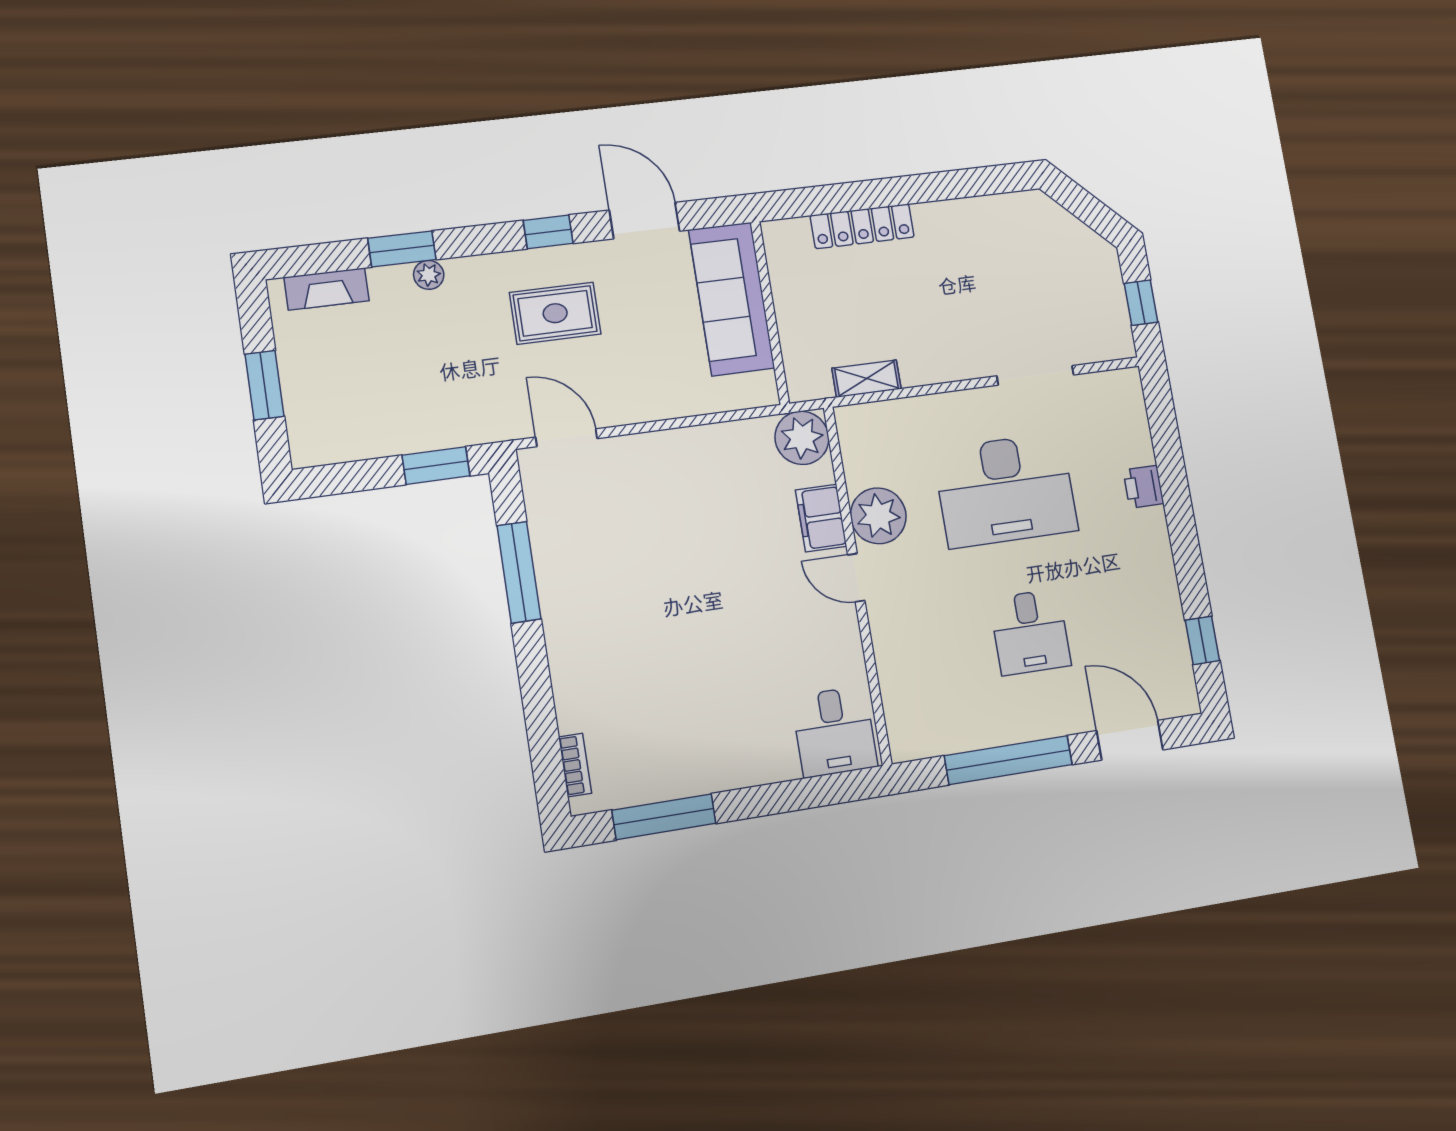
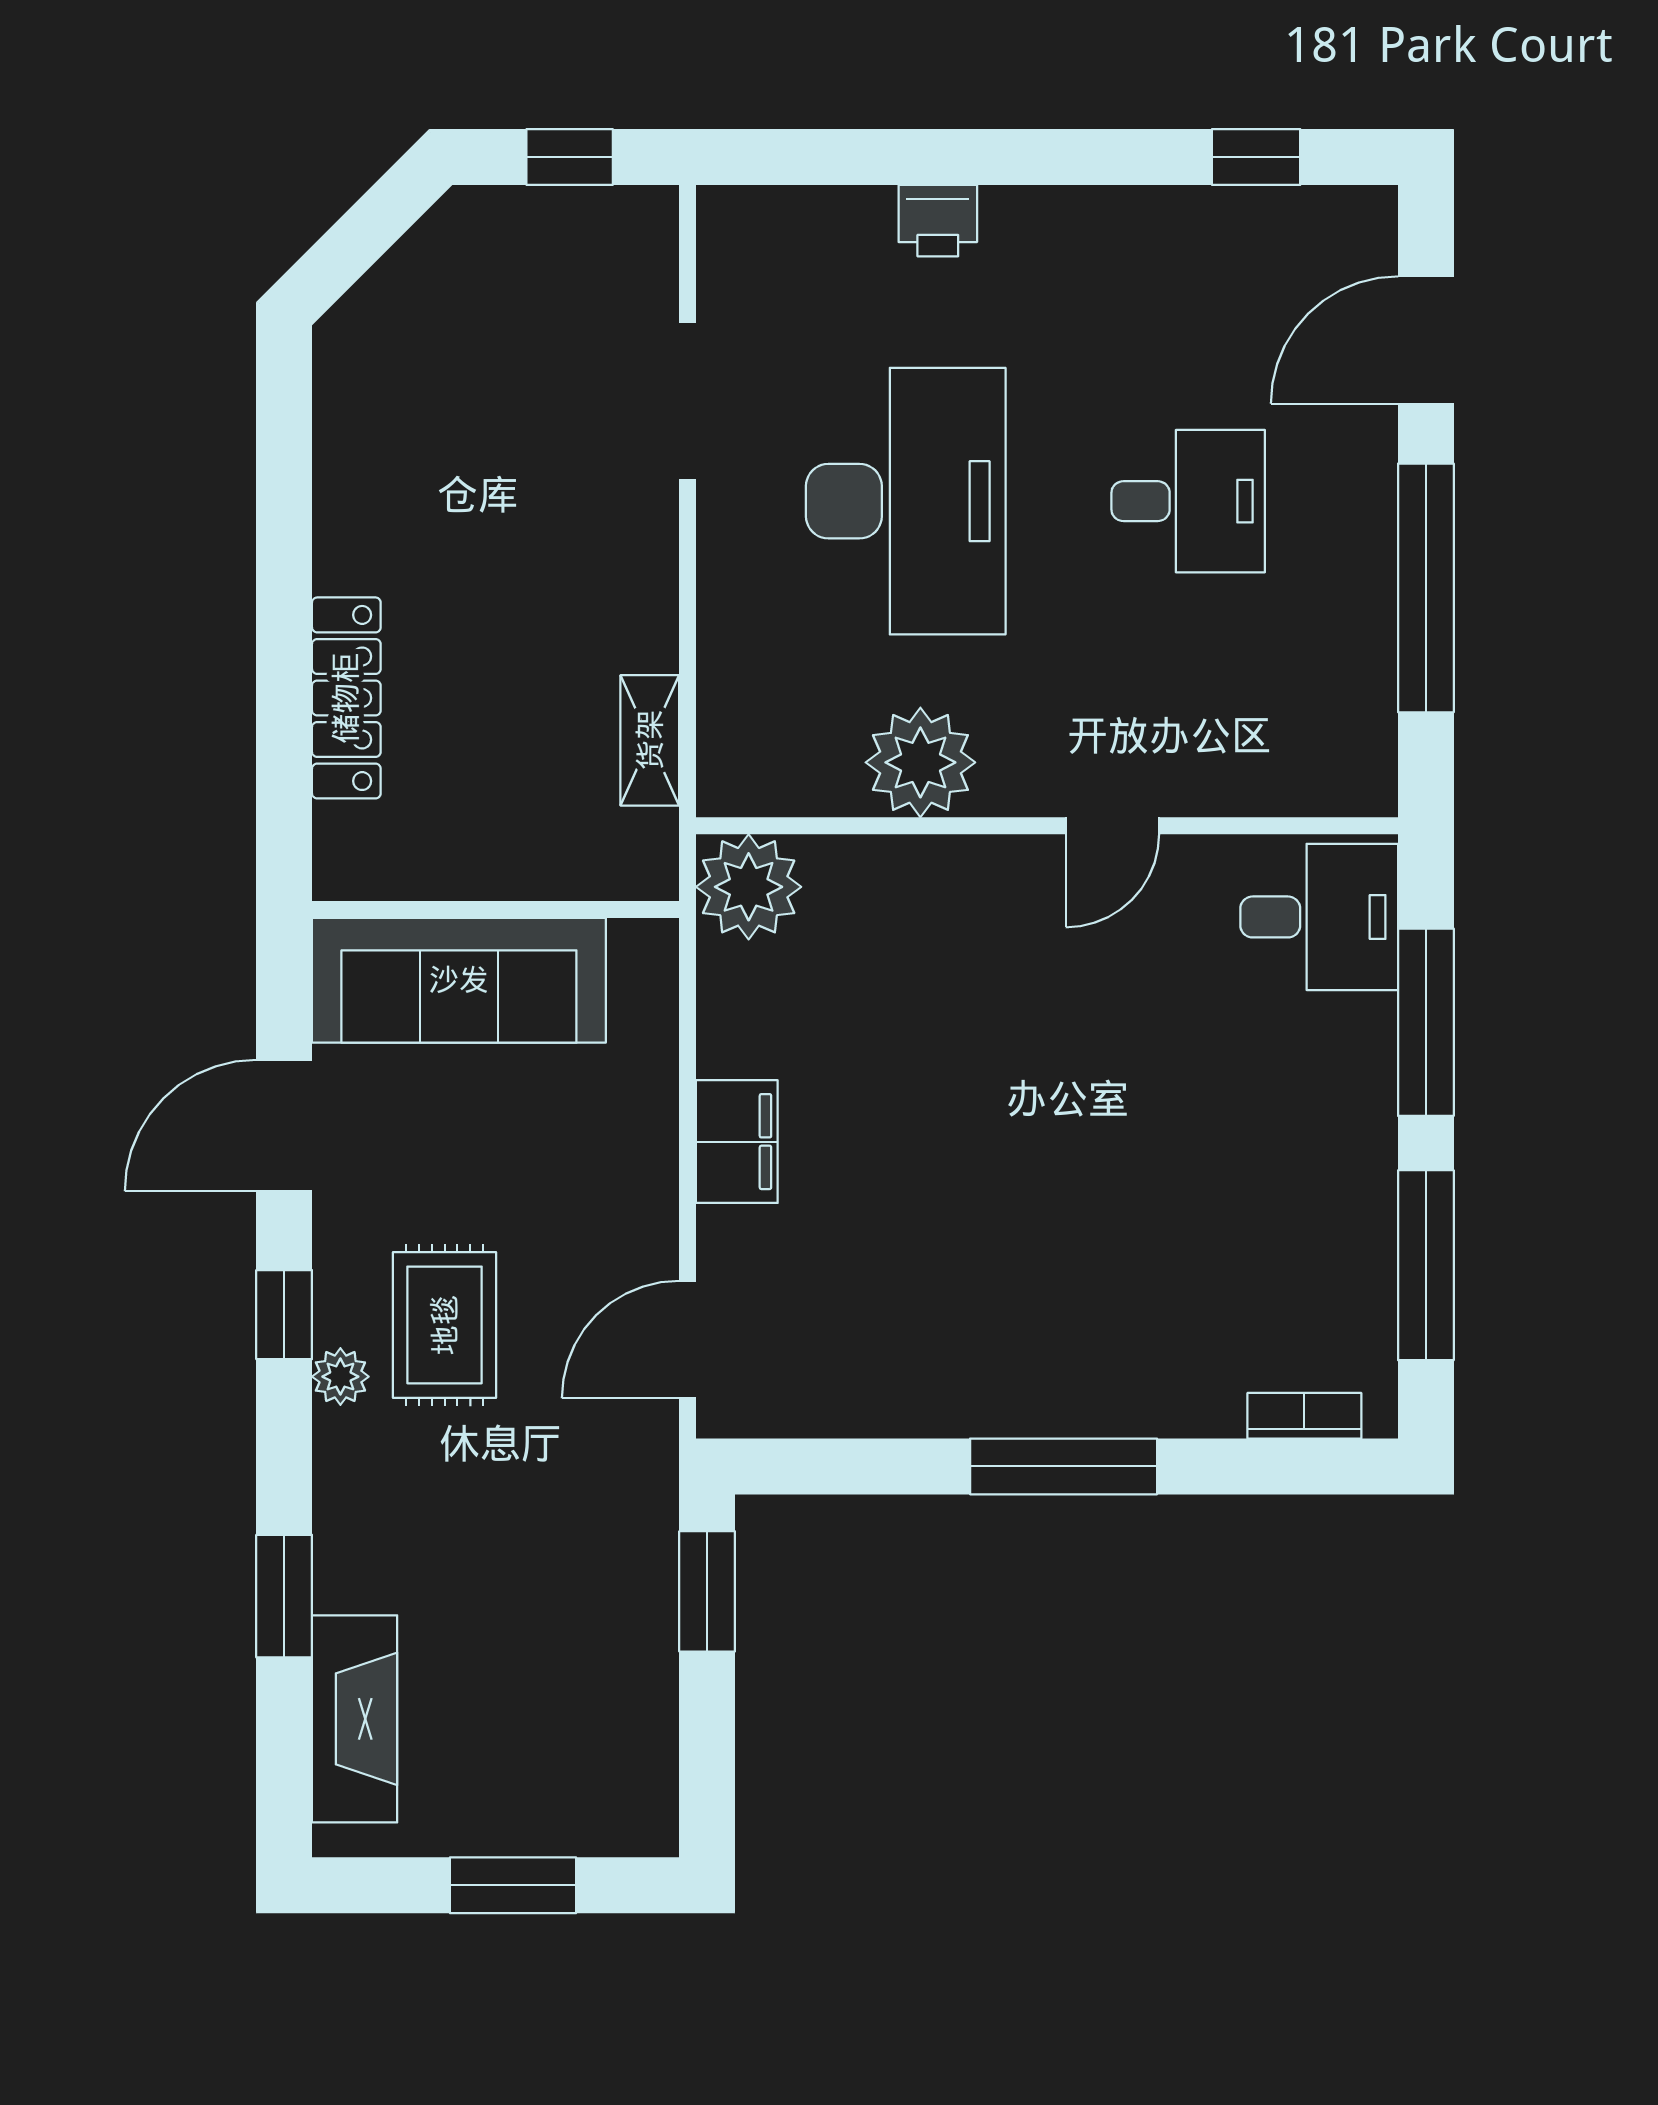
plant: (429, 275) -> (340, 1377), moved
fireplace: (327, 289) -> (355, 1719), width x1.37, depth x1.32
filing cabinet: (821, 518) -> (737, 1142), moved, turned -90
window: (519, 572) -> (1064, 1466), moved
door: (856, 578) -> (1113, 826), moved
window: (790, 796) -> (1426, 1022), added

